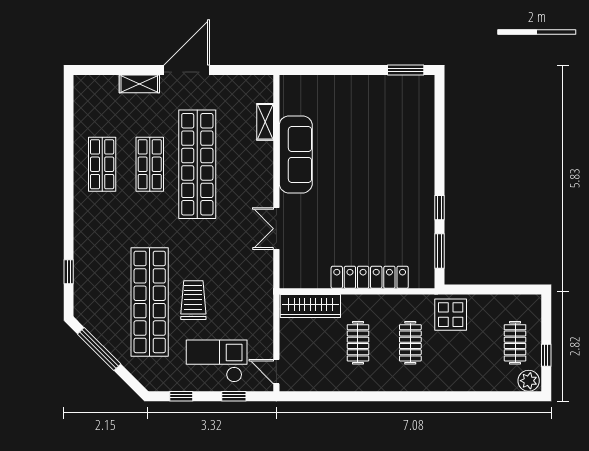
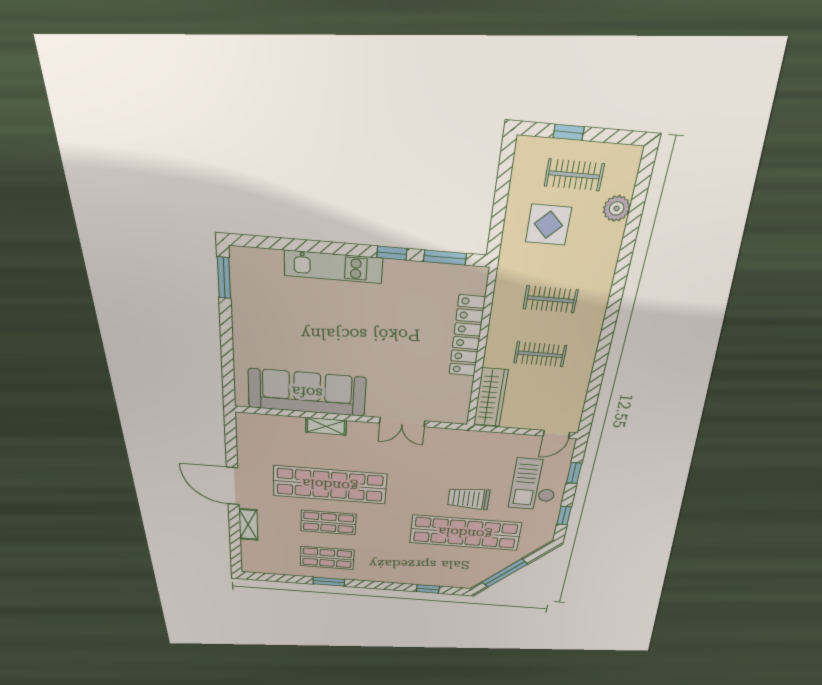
shelving: (265, 122) -> (326, 426), moved
sofa: (296, 154) -> (307, 392), width x1.36, depth x1.27
kitchen unit: (423, 160) -> (333, 267), added
window: (69, 167) -> (329, 582), added
display table: (451, 315) -> (548, 225), moved
window: (546, 355) -> (569, 132), moved
plant: (529, 381) -> (617, 208), moved

